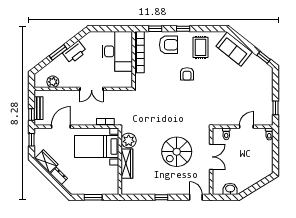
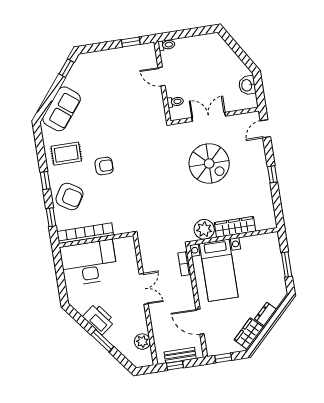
armchair: (168, 45) -> (69, 196), turned 122
window: (31, 114) -> (175, 365), moved

